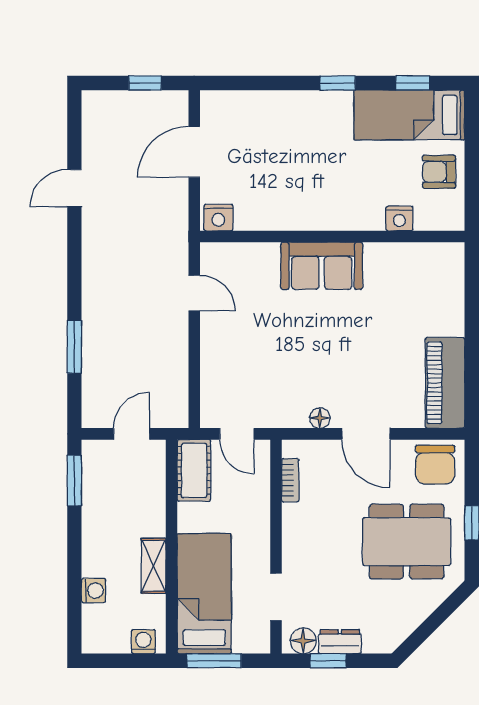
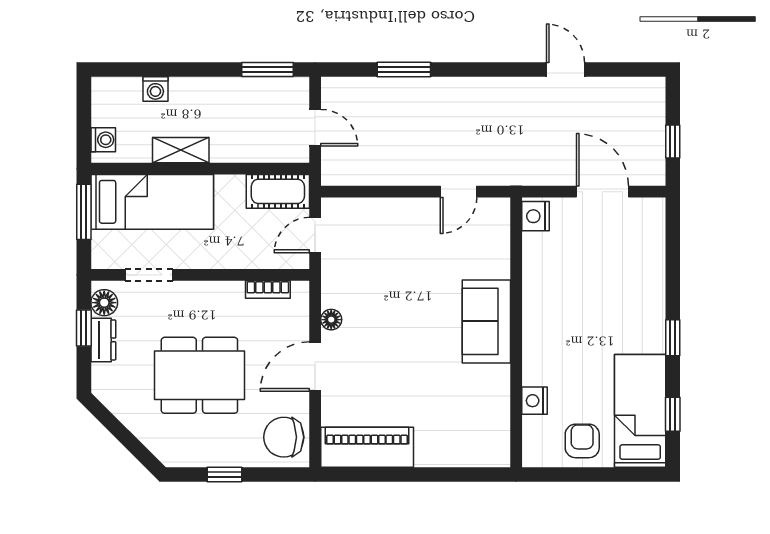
dining table: (407, 542) -> (199, 375), moved, turned 90

